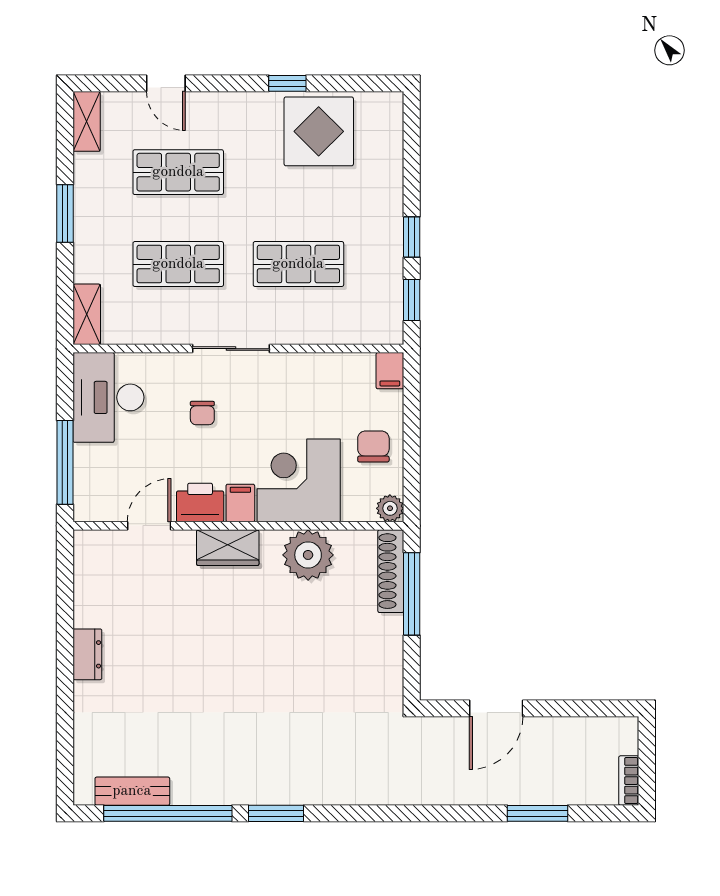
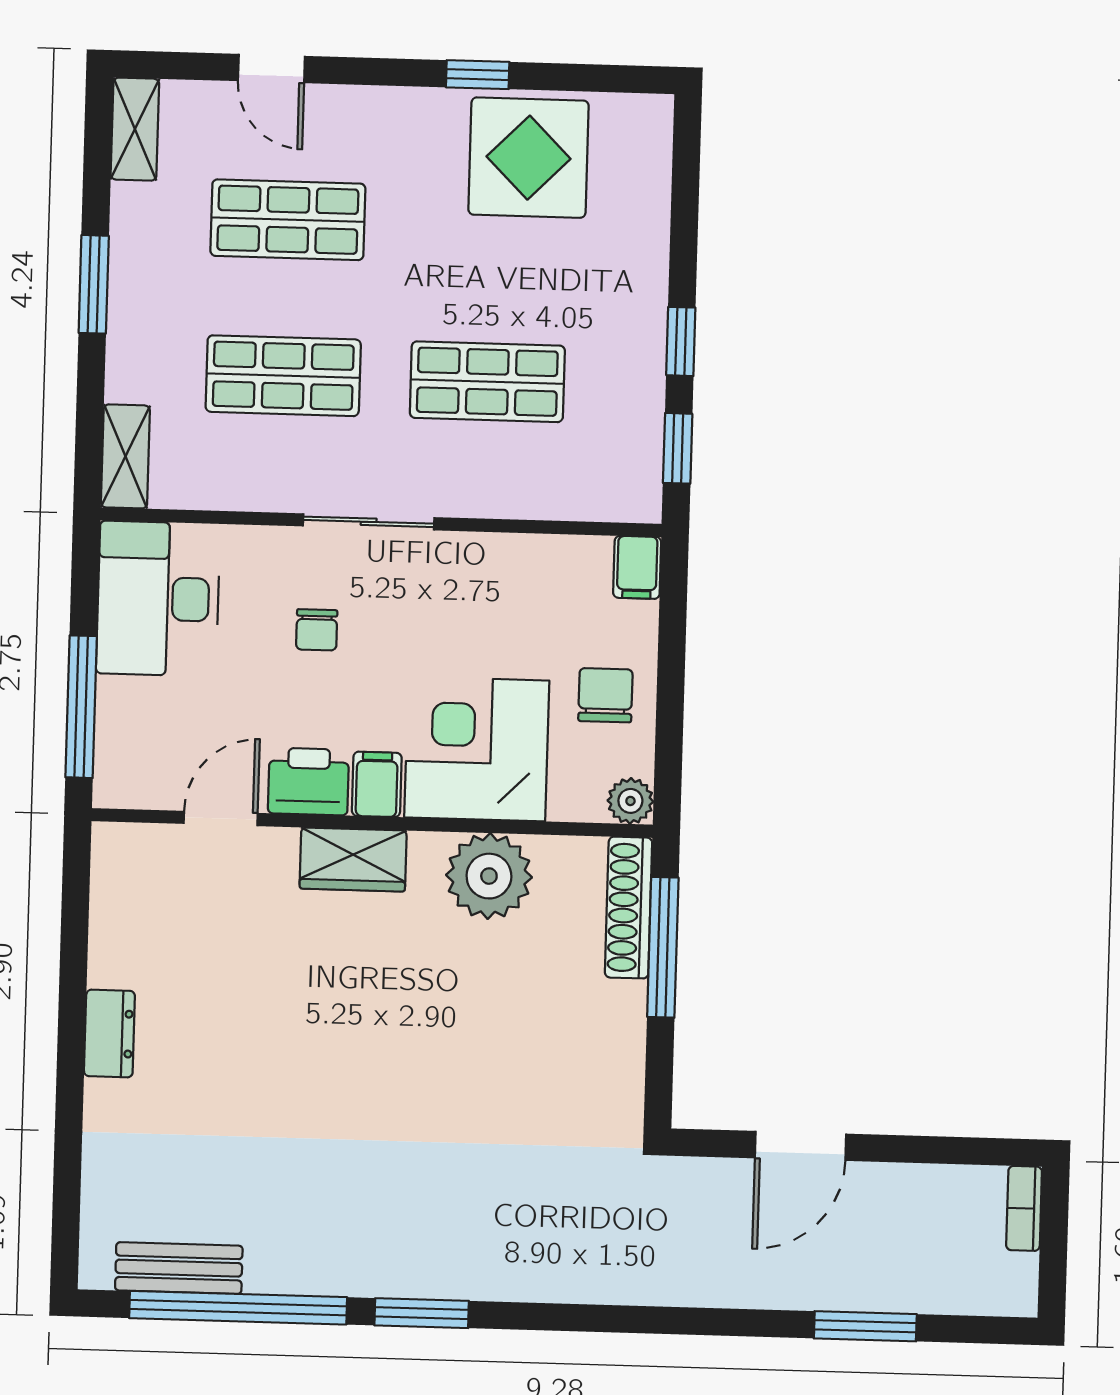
bookcase: (629, 781) -> (1024, 1208), moved

